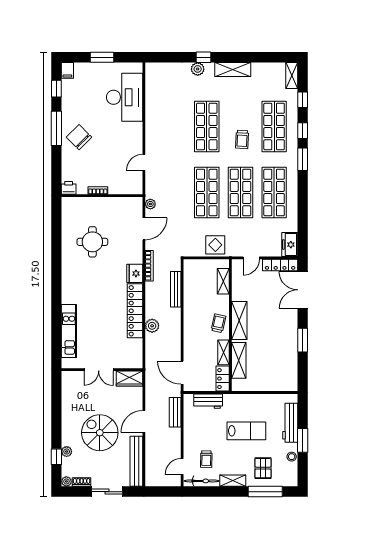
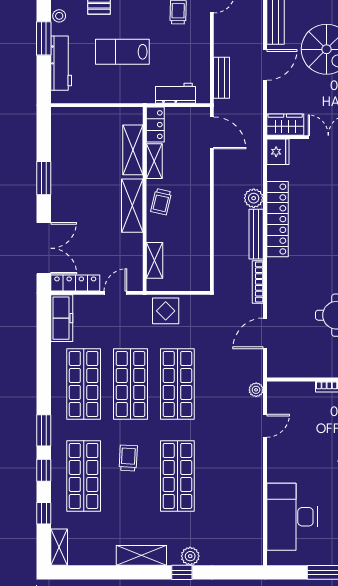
plant: (150, 204) -> (256, 390), moved
freezer: (290, 245) -> (62, 318), width x1.40
fridge: (135, 273) -> (278, 152), moved
bench: (176, 289) -> (256, 234), moved

